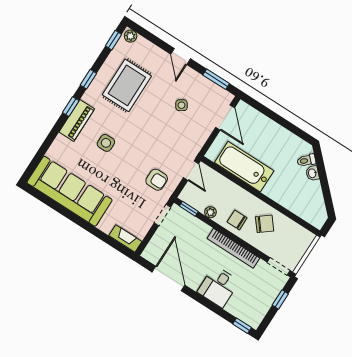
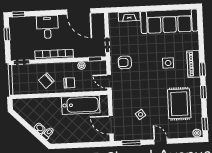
chair: (237, 220) -> (69, 83), moved
fireplace: (125, 239) -> (129, 16), moved
window: (280, 300) -> (7, 34), moved

